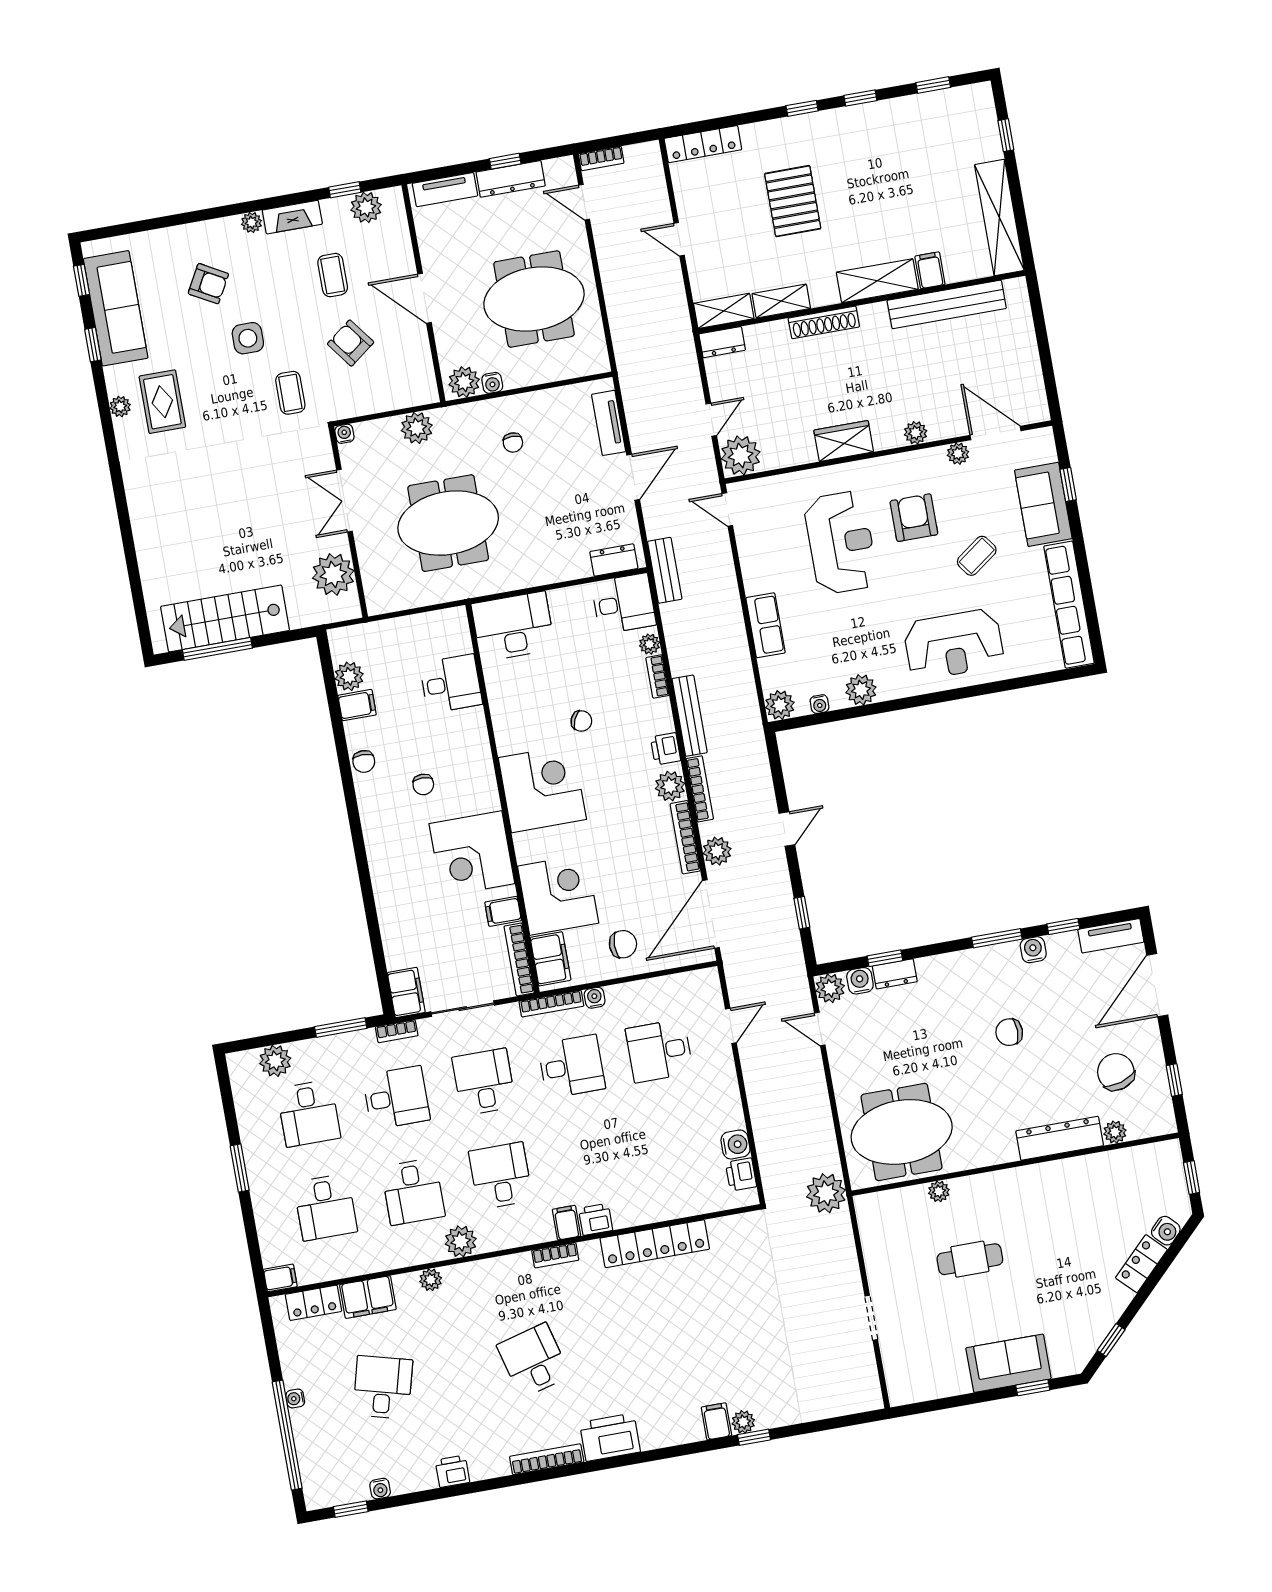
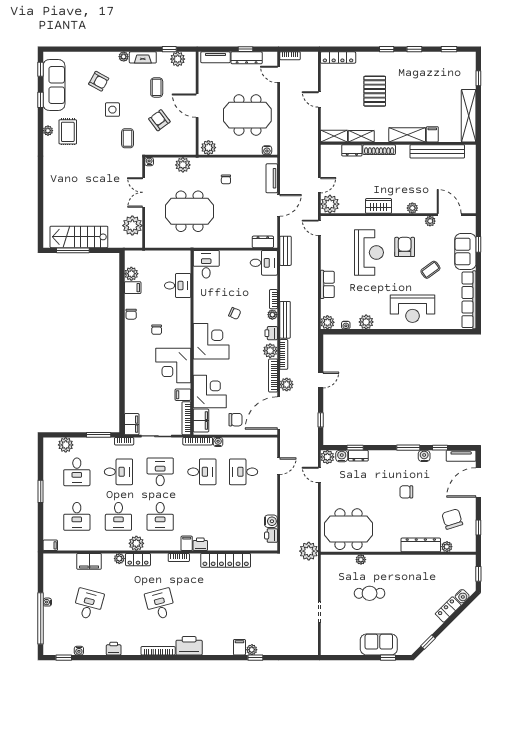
dresser: (722, 342) -> (352, 150), moved
water cooler: (492, 383) -> (267, 150), moved
desk: (513, 626) -> (206, 264), width x0.73
plant: (650, 644) -> (272, 315), moved
desk: (501, 1176) -> (160, 516), turned 180
locker: (314, 1303) -> (138, 560), moved

